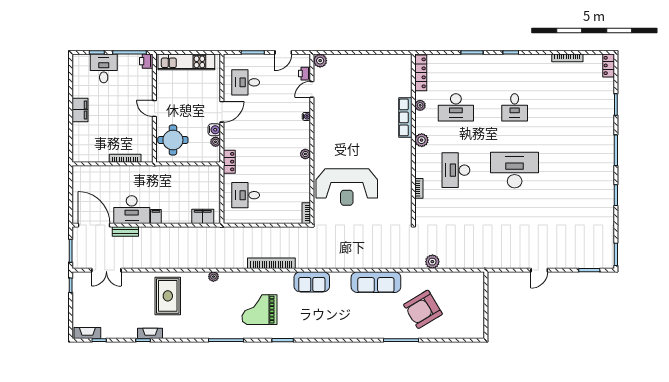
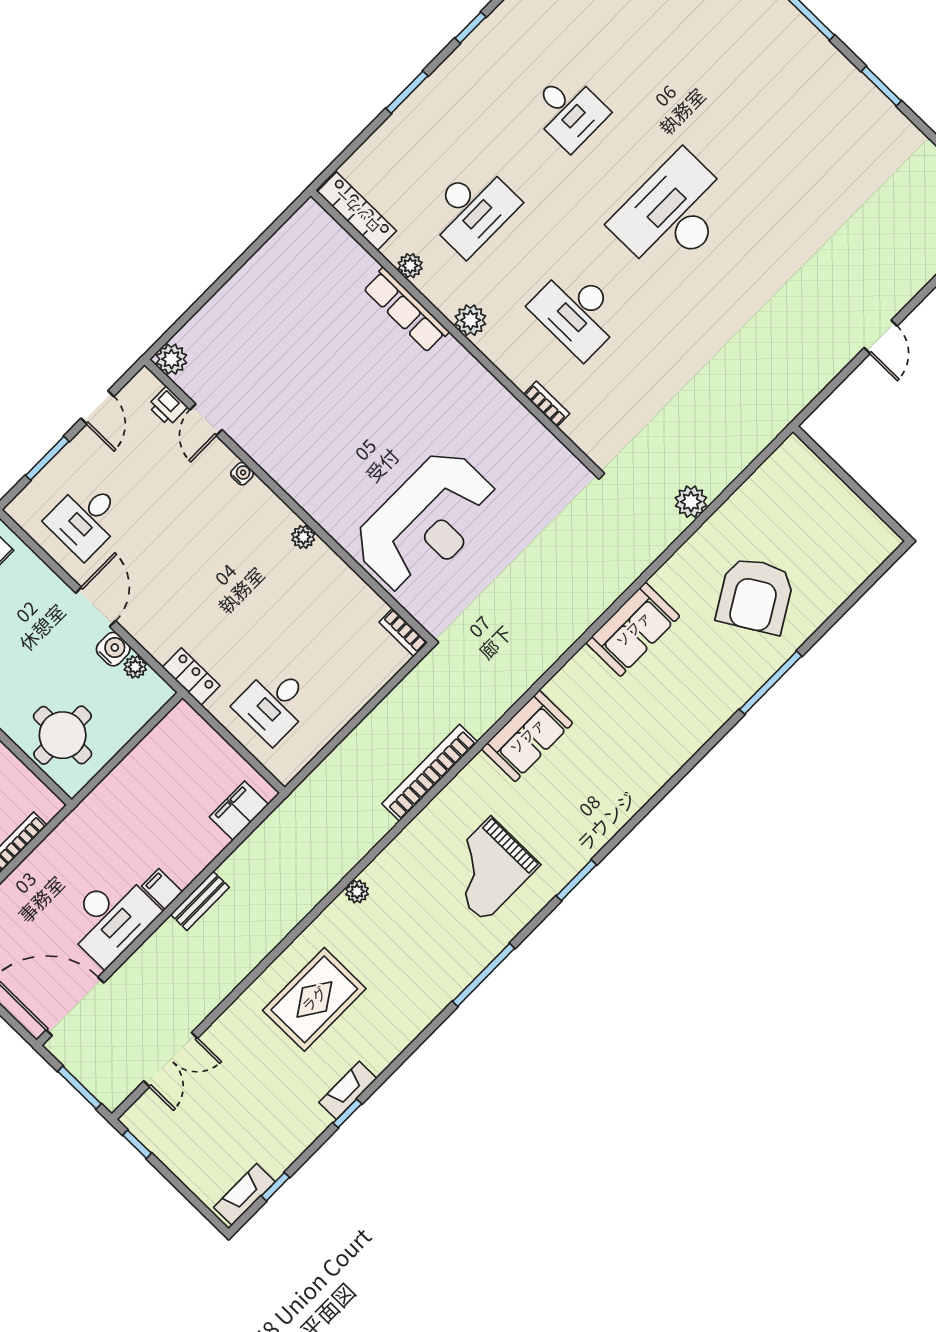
bench: (125, 232) -> (200, 901), moved
sofa: (376, 282) -> (633, 629), width x0.73
rug: (168, 296) -> (314, 999), turned 90

